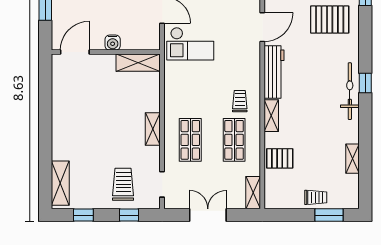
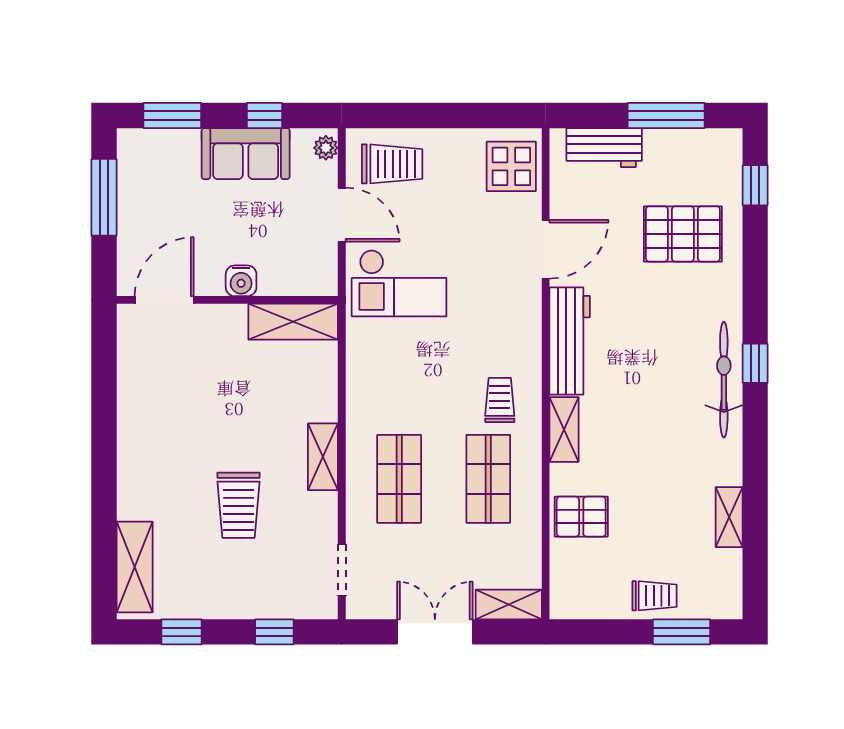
trolley: (123, 184) -> (239, 505), moved, turned 180
shelving: (253, 193) -> (509, 604), moved, turned 90

